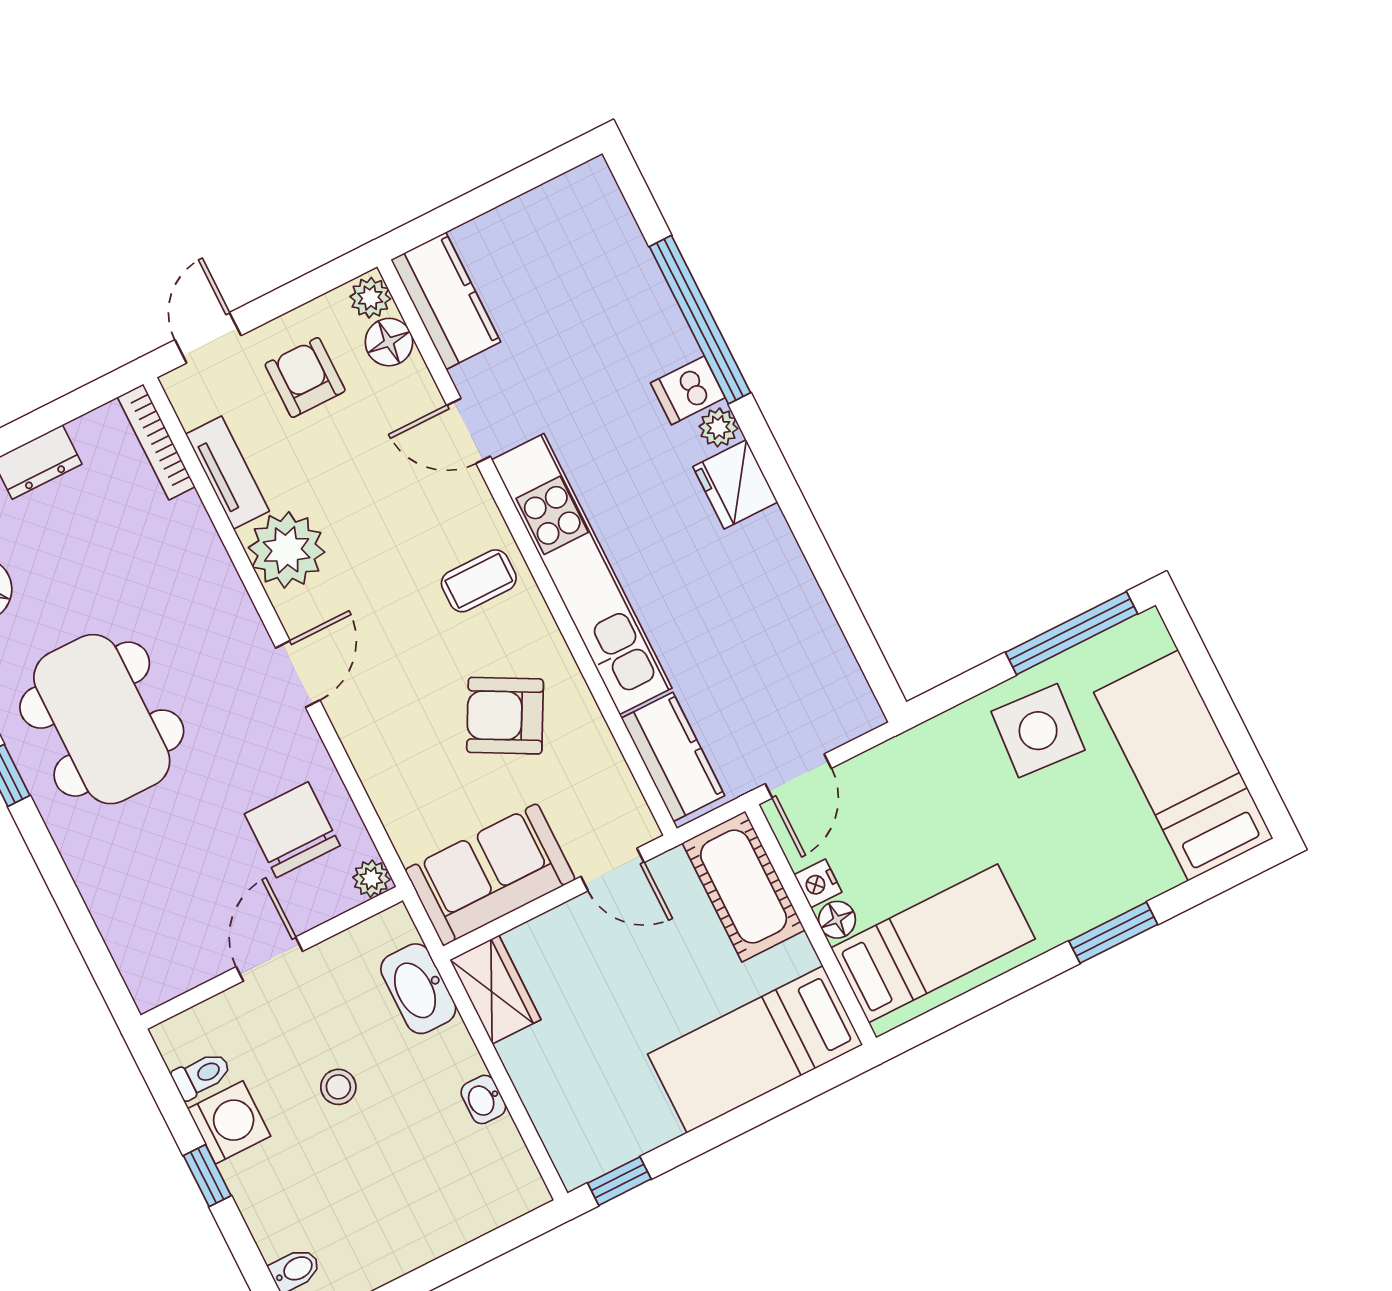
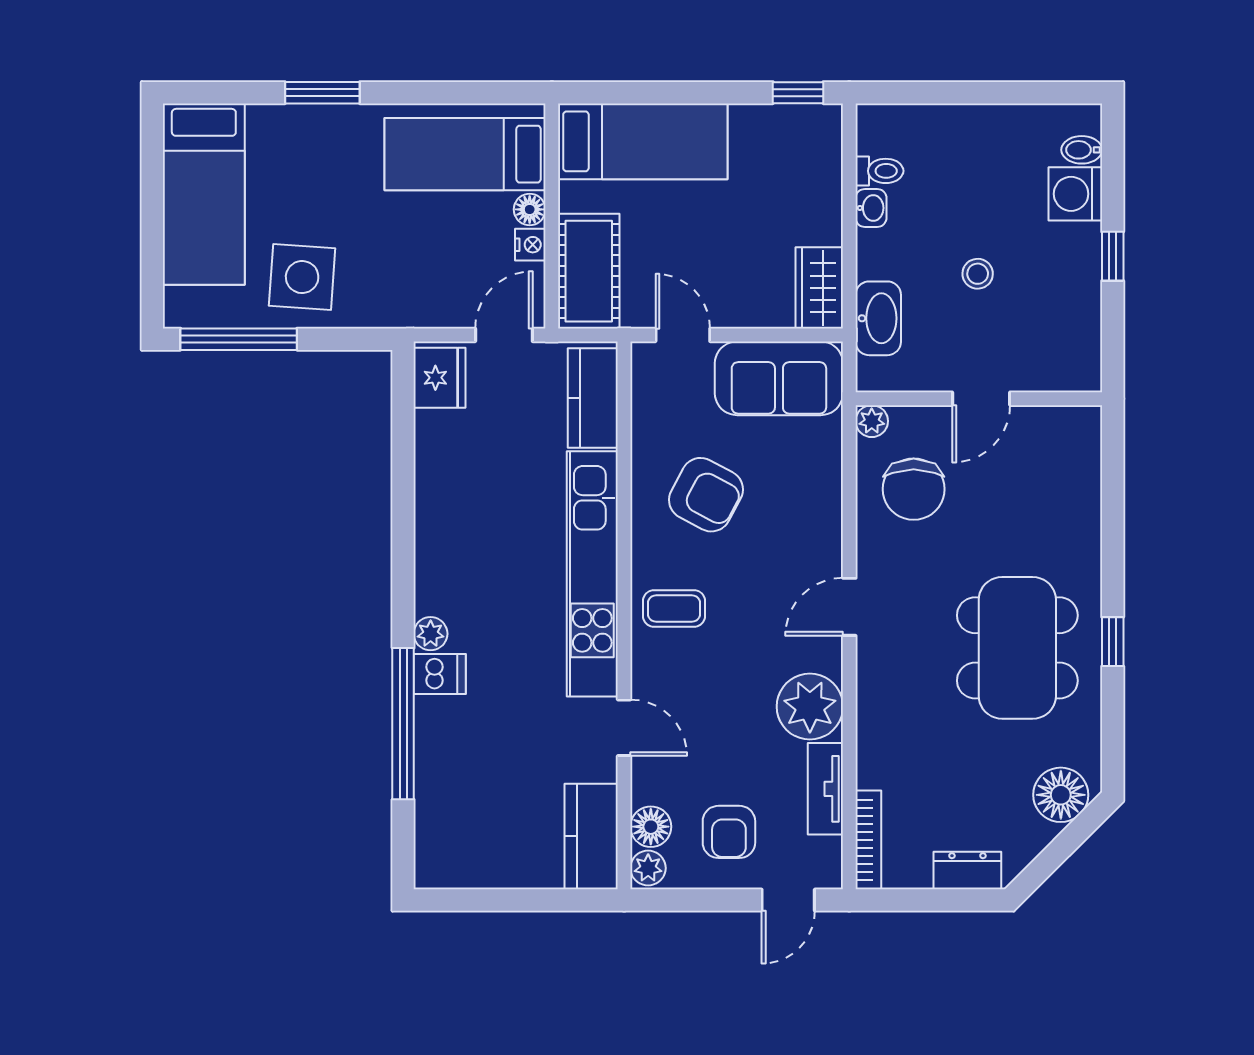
fridge: (735, 484) -> (440, 378), moved
toilet: (202, 1075) -> (879, 171), moved, turned 180
washing machine: (229, 1122) -> (1075, 194), moved

